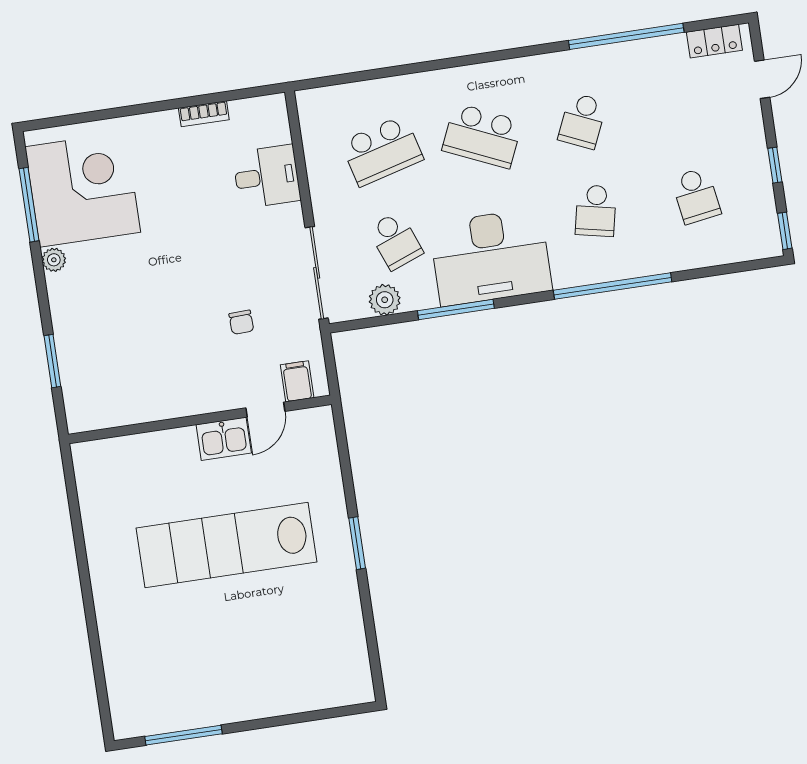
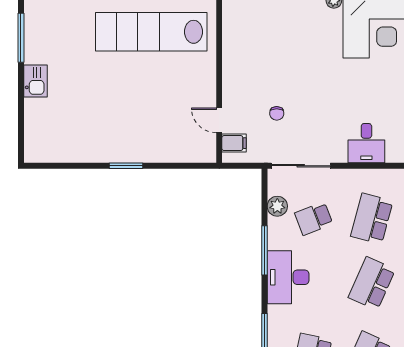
school desk: (382, 151) -> (372, 219), turned 30
desk: (491, 257) -> (288, 277), width x0.73, depth x0.77
chair: (241, 322) -> (277, 113), turned -88
kitchen sink: (224, 439) -> (35, 81), moved, turned 180
lab bench: (226, 545) -> (151, 32), moved, turned -90

